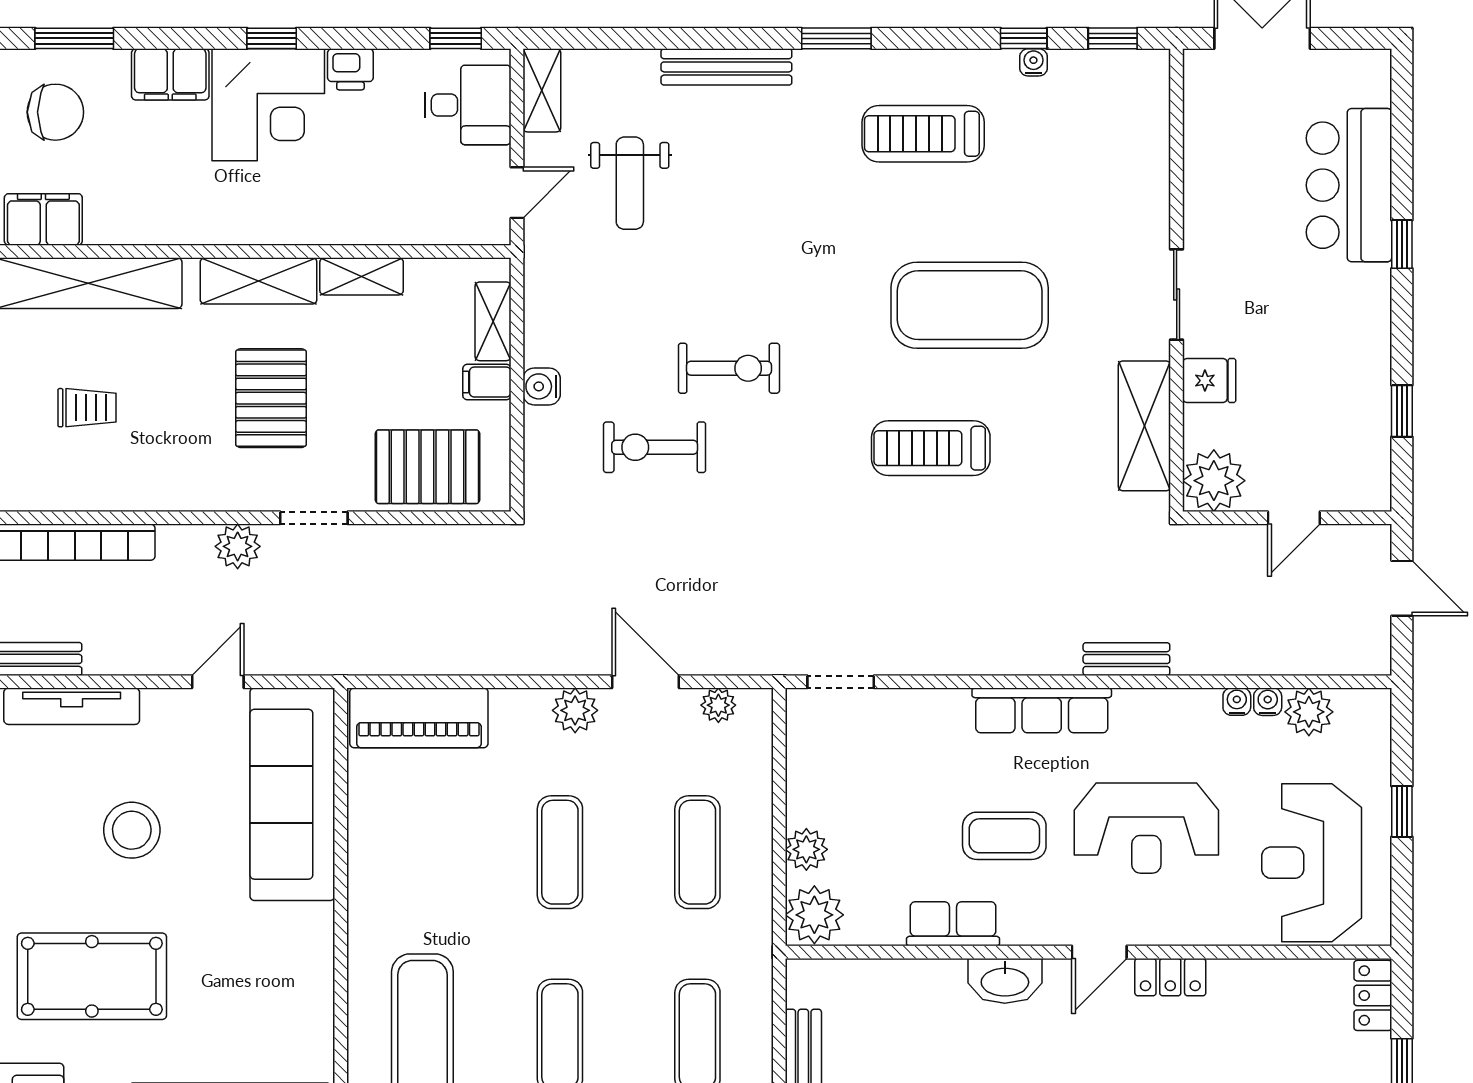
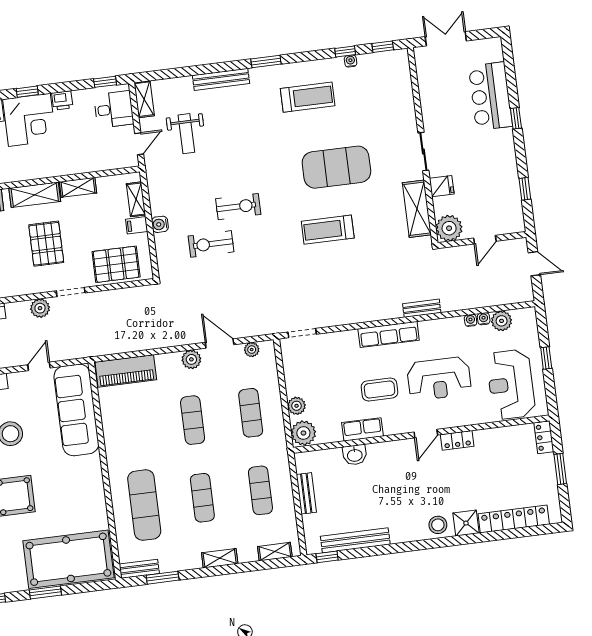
treadmill: (923, 134) -> (308, 97), turned 180
washbasin: (1005, 981) -> (355, 455), moved, width x0.72

